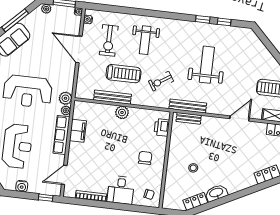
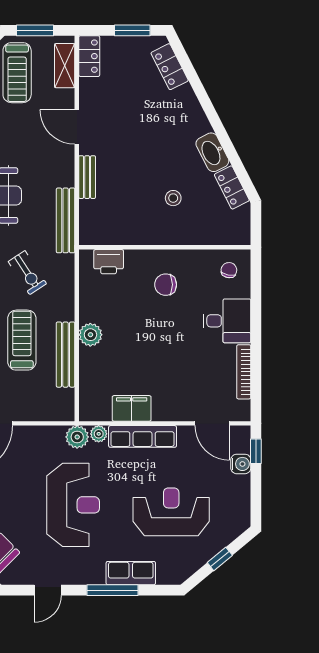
bench: (189, 118) -> (87, 177), moved
water cooler: (22, 186) -> (241, 464), moved

